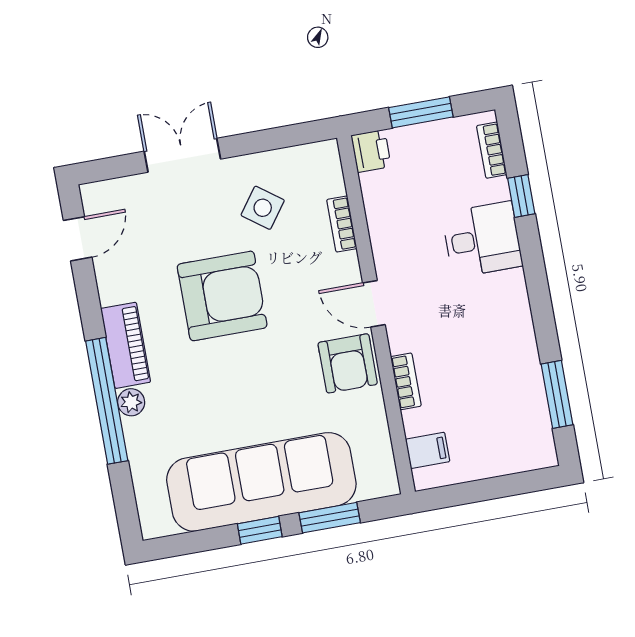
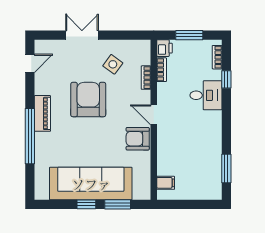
armchair: (222, 296) -> (88, 100), turned -90
armchair: (348, 363) -> (138, 139), turned 90
bookcase: (406, 381) -> (162, 70), moved
plant: (131, 402) -> (40, 139), removed

